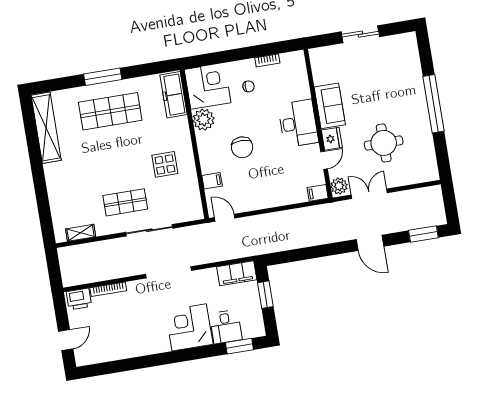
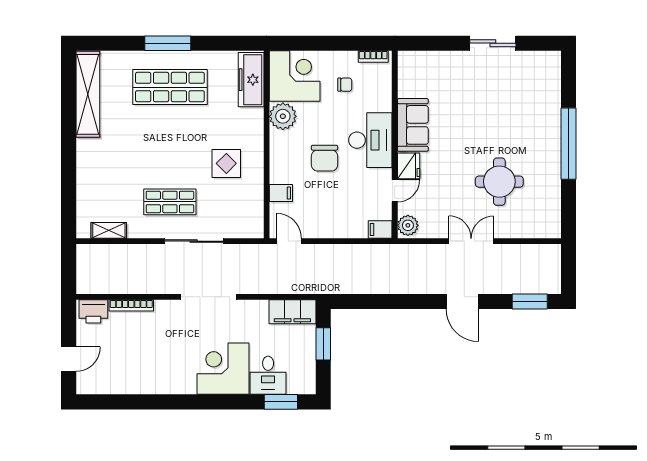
sofa: (330, 106) -> (413, 125), moved
desk: (298, 123) -> (370, 140), moved
wall: (318, 124) -> (395, 144), moved
fridge: (332, 139) -> (409, 166), moved
door: (324, 160) -> (395, 191), moved
plant: (339, 186) -> (408, 225), moved
filing cabinet: (318, 193) -> (380, 229), moved

